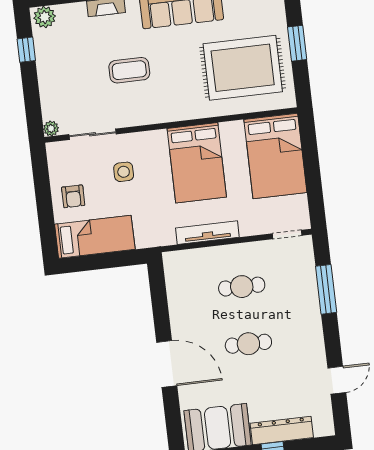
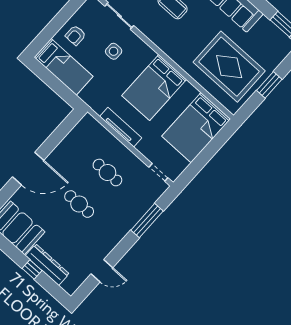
door: (167, 364) -> (28, 169), hinge flipped

